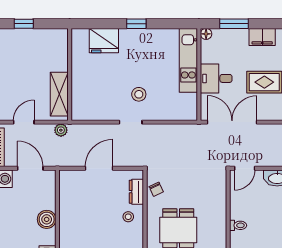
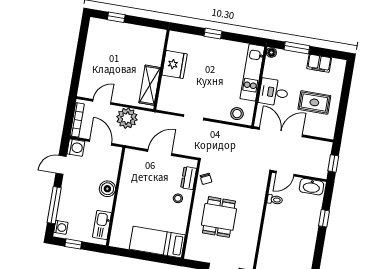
fridge: (104, 41) -> (175, 64), moved, turned -90
wall: (70, 74) -> (161, 70), moved
shelving: (59, 94) -> (150, 85), moved
stool: (139, 94) -> (237, 114), moved
plant: (61, 130) -> (127, 118), width x1.88, depth x1.88
toilet: (238, 225) -> (275, 200), moved

